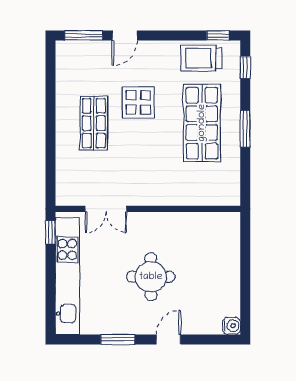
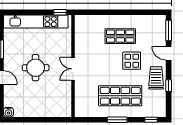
window: (218, 36) -> (169, 86), moved
trolley: (201, 58) -> (156, 78), moved
double door: (106, 209) -> (73, 69), moved

